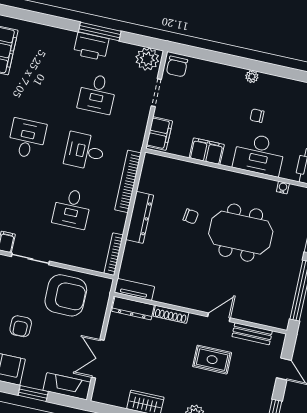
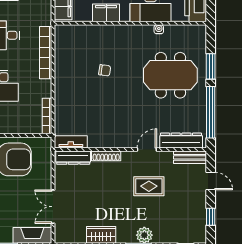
water cooler: (283, 188) -> (159, 29), moved
dresser: (140, 217) -> (181, 141), moved, turned -90
meeting table: (241, 233) -> (170, 75), moved
bench: (252, 334) -> (190, 157), moved

